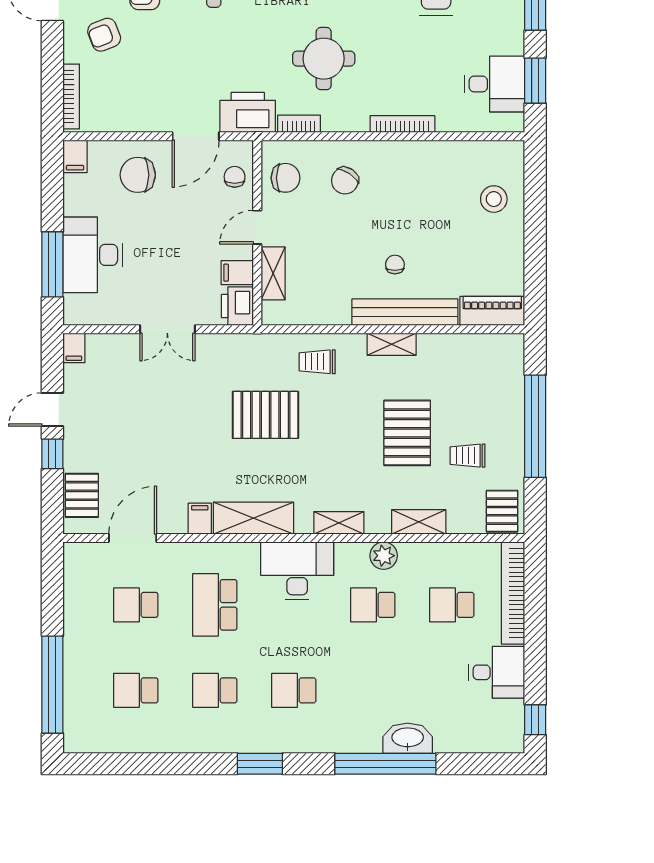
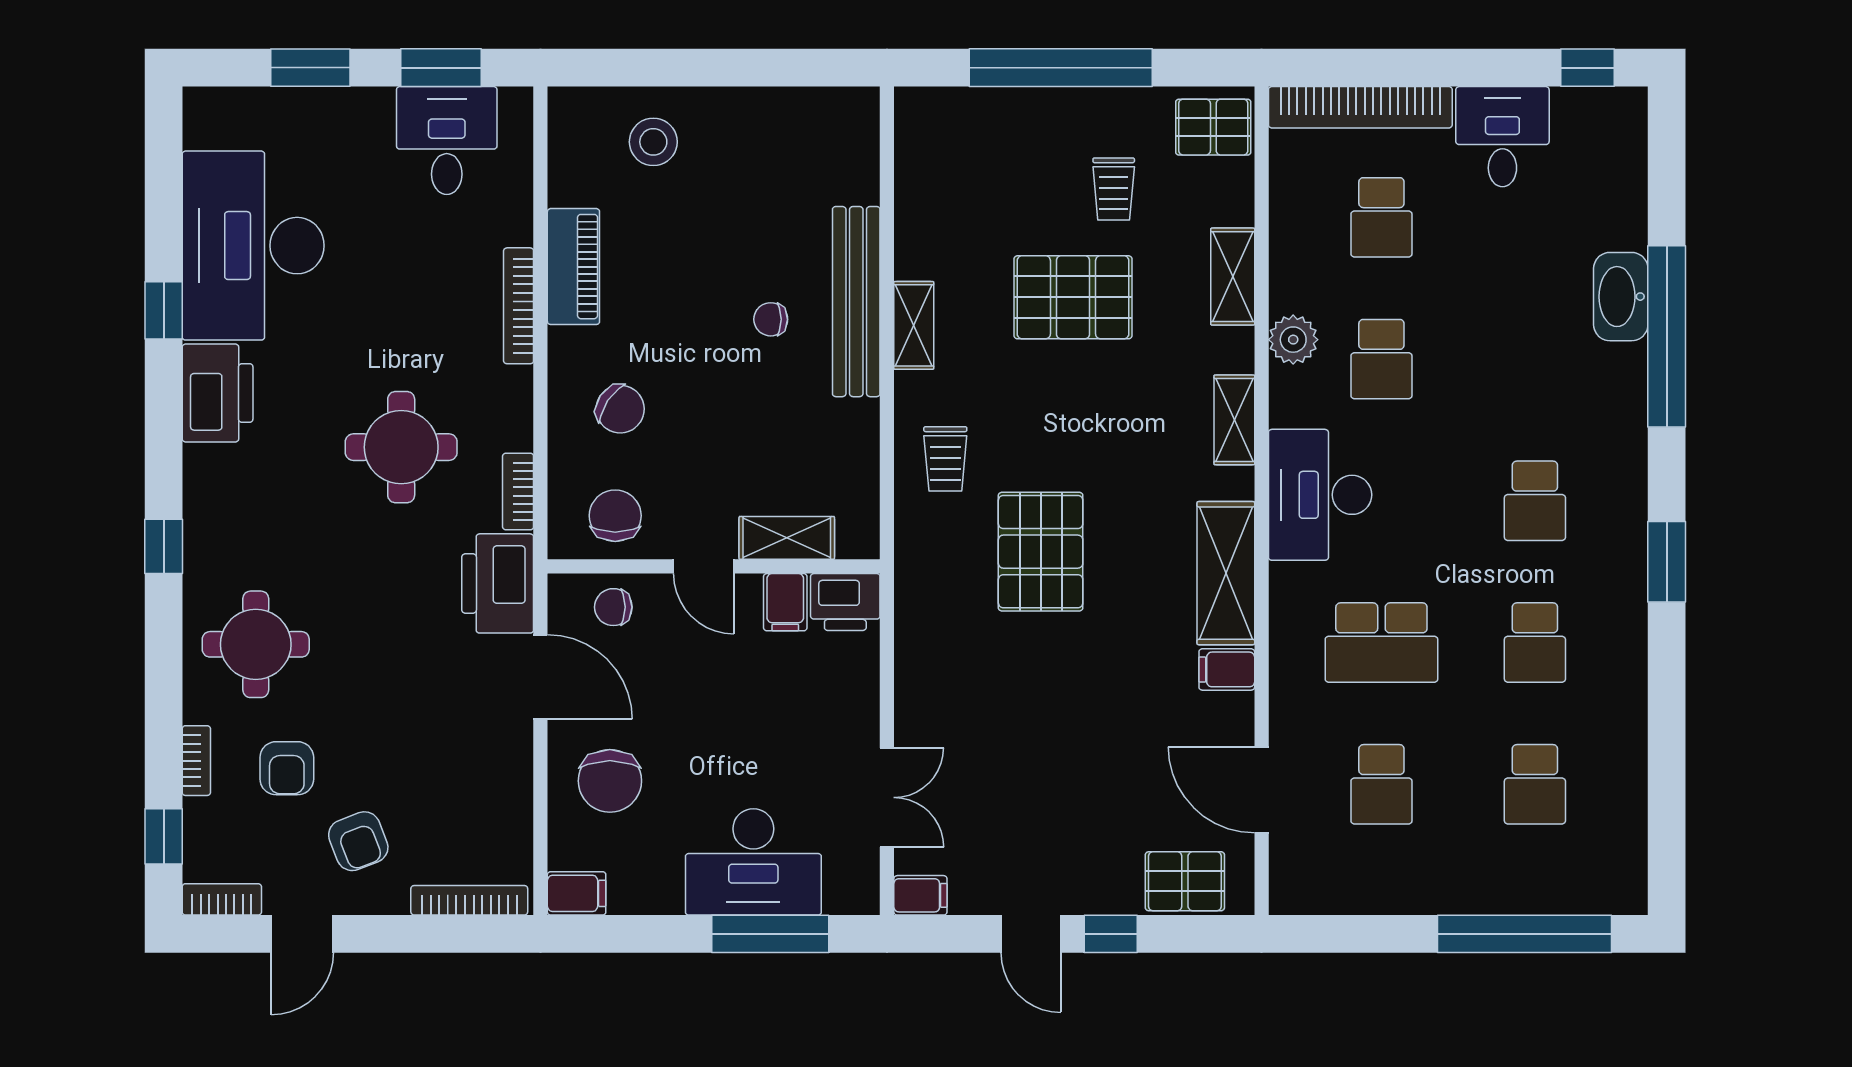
piano: (492, 311) -> (573, 267), moved, turned 180
double door: (167, 329) -> (887, 797), moved

